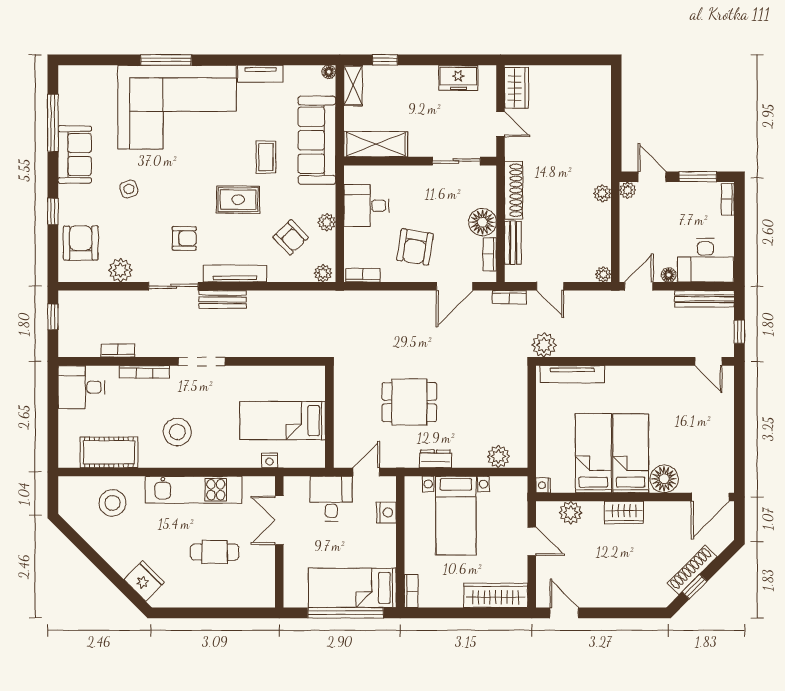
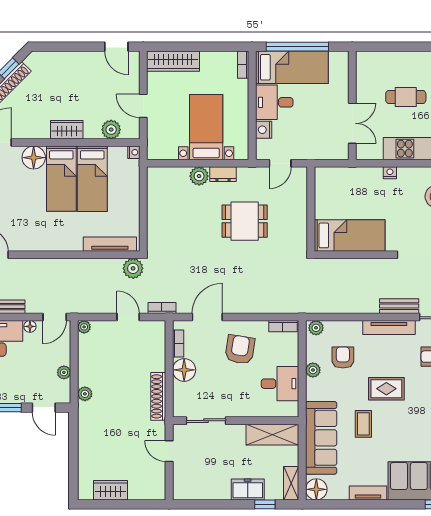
floor lamp: (329, 72) -> (316, 489), width x1.89, depth x1.89
freezer: (458, 78) -> (248, 489), moved
wardrobe: (516, 88) -> (111, 490), moved, turned 90
plant: (628, 190) -> (64, 372), moved
armchair: (291, 237) -> (343, 357), turned 44
bench: (513, 243) -> (159, 353), removed
bed: (283, 421) -> (350, 235), moved
plant: (498, 457) -> (199, 176), moved
nightstand: (269, 460) -> (390, 173), moved
desk: (331, 499) -> (274, 102), moved, turned 90

